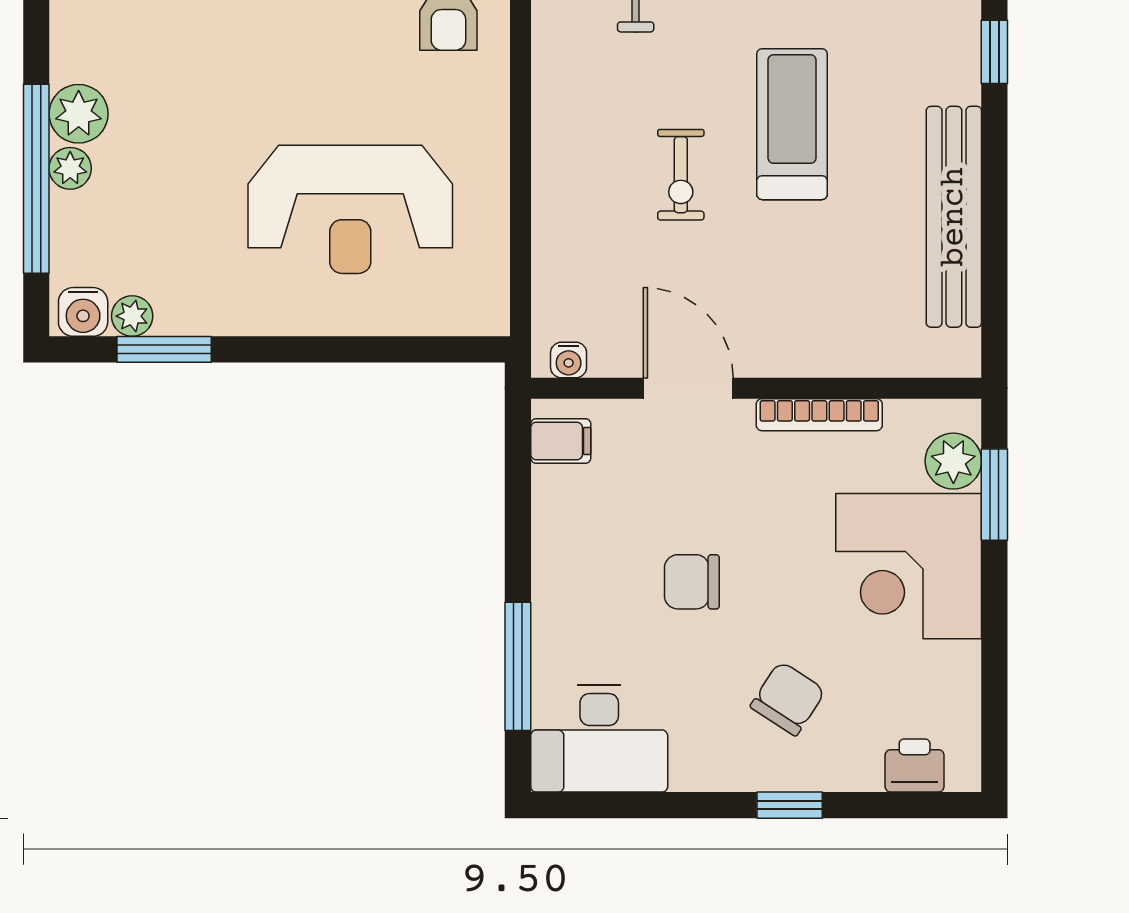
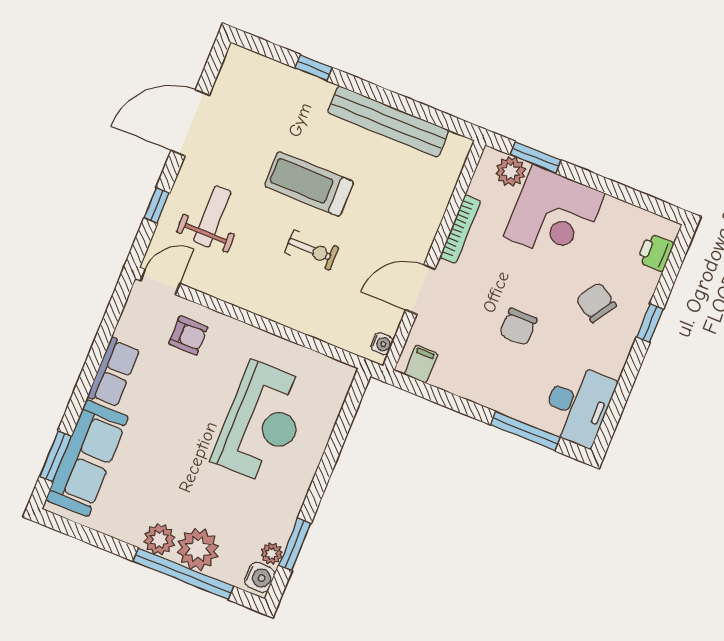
plant: (70, 168) -> (198, 549), width x1.87, depth x1.87

